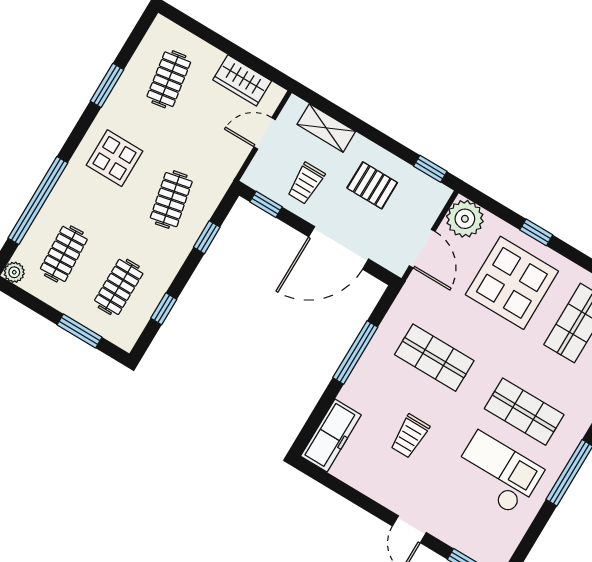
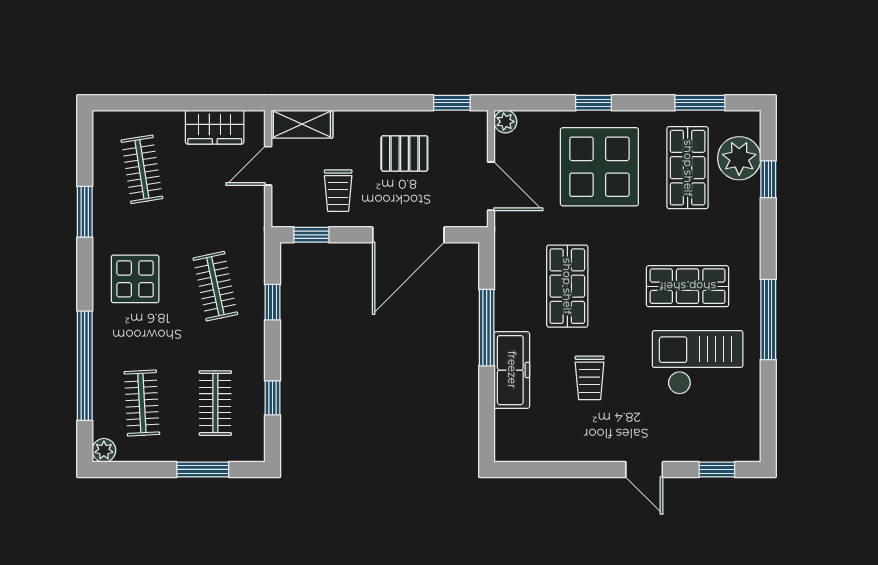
shelving: (326, 128) -> (302, 124), moved
plant: (465, 219) -> (505, 122), width x0.53, depth x0.53
shop shelf: (434, 358) -> (567, 286), turned 90
freezer: (331, 436) -> (512, 370), moved

